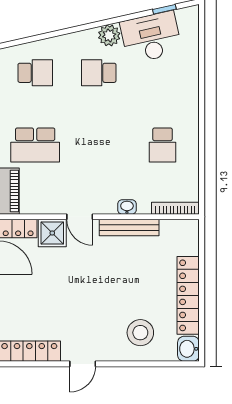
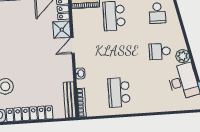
school desk: (99, 73) -> (160, 51), turned -90
school desk: (162, 145) -> (119, 92), width x1.85
bench: (129, 227) -> (70, 100), moved

